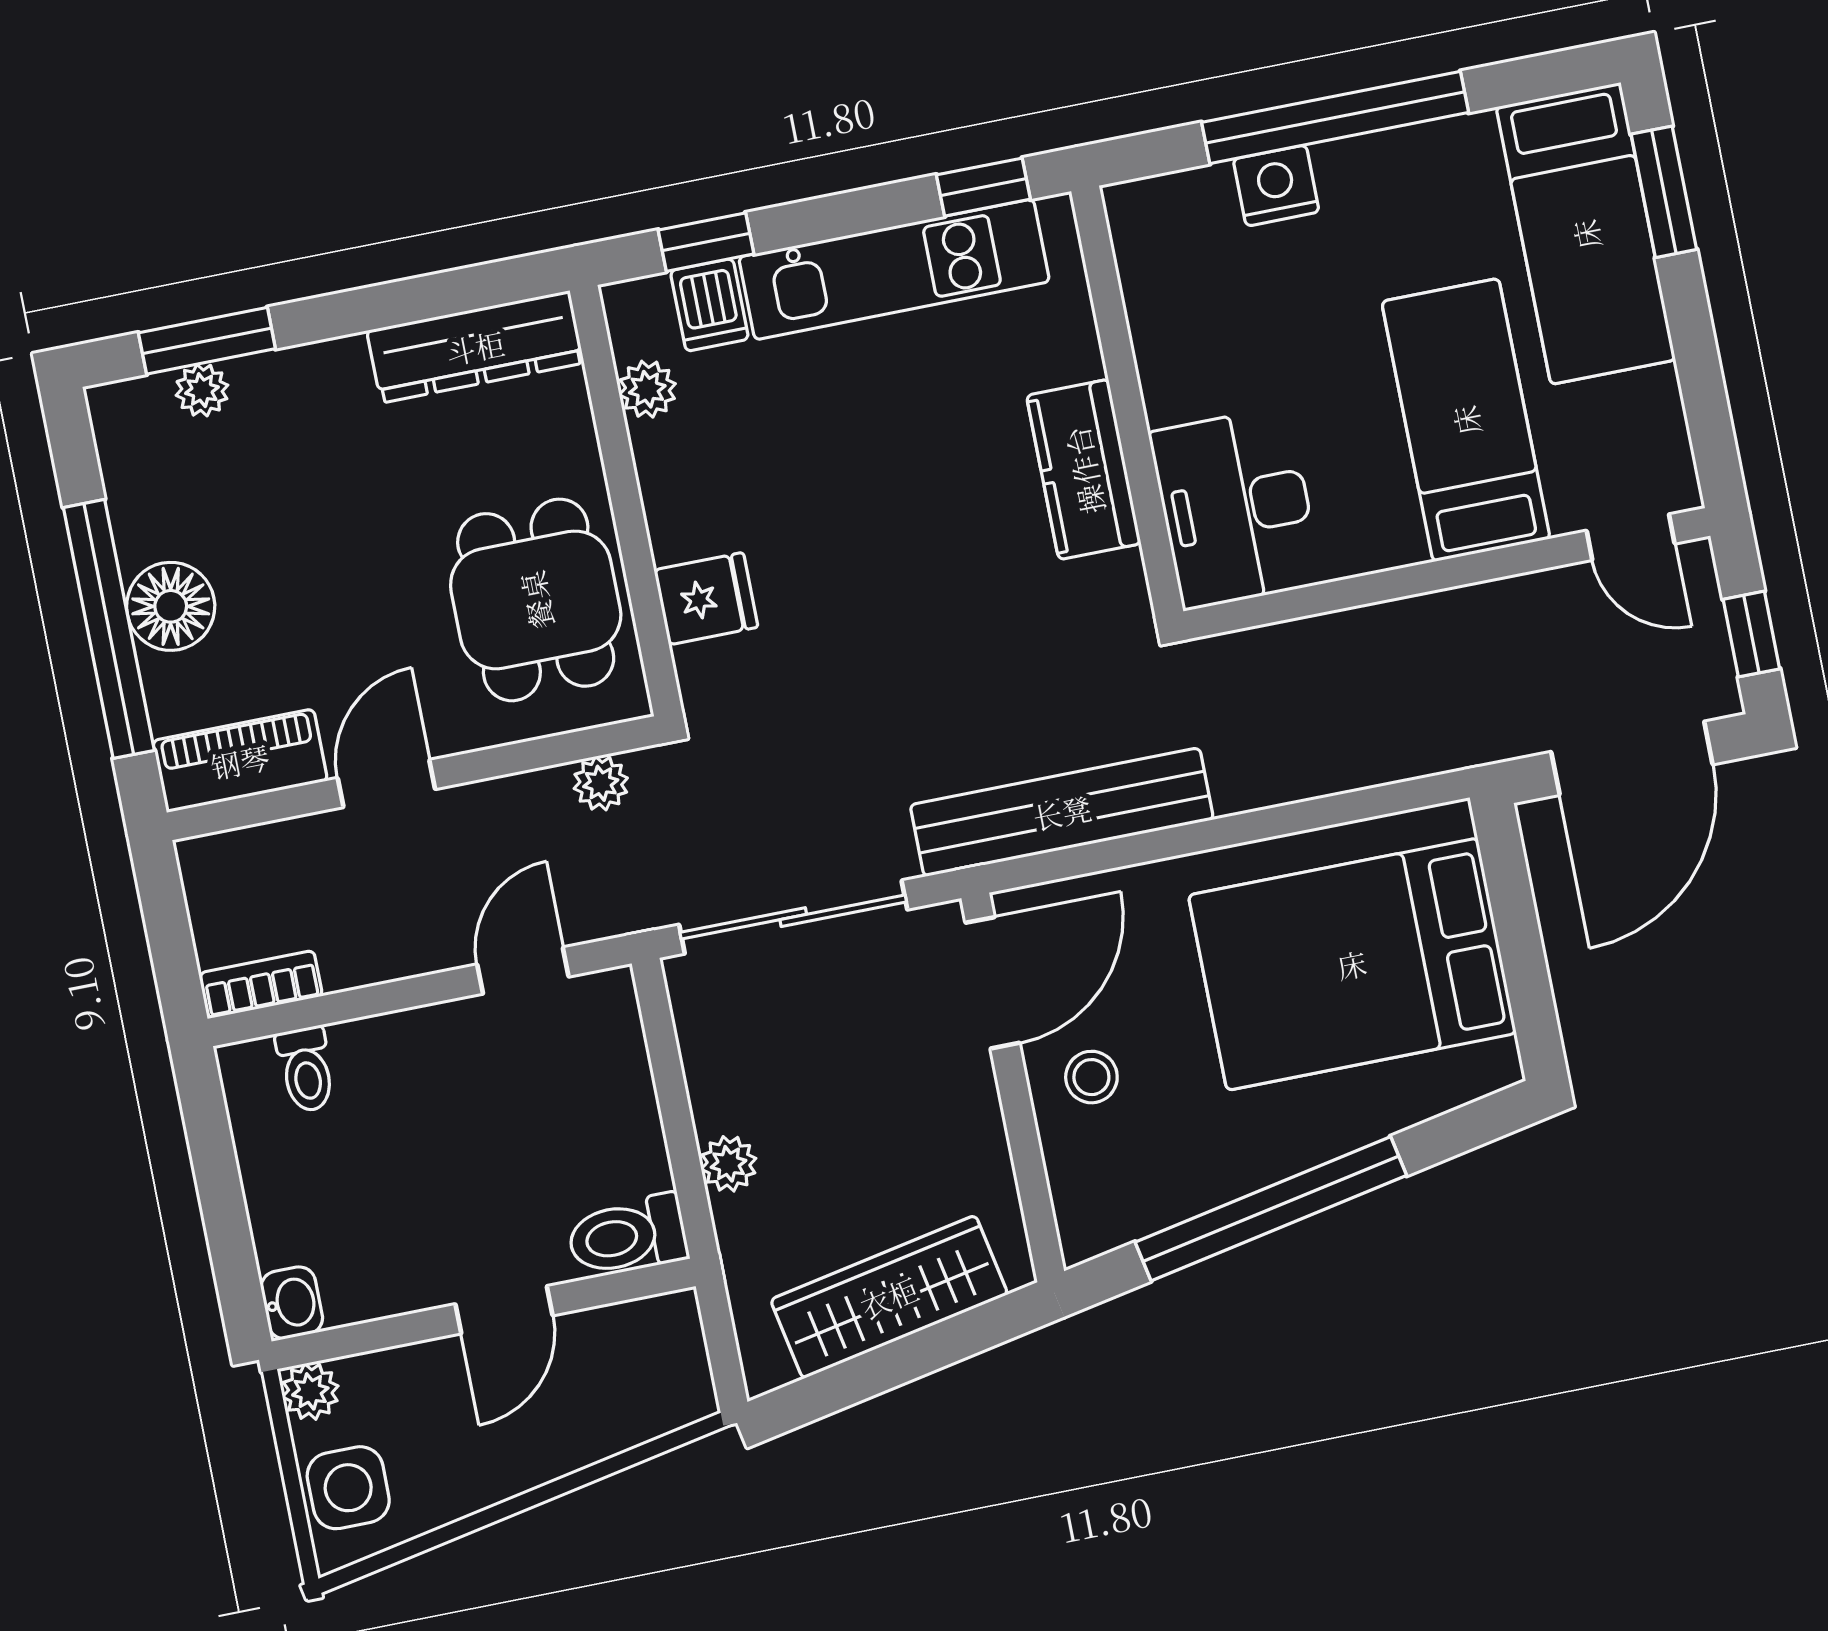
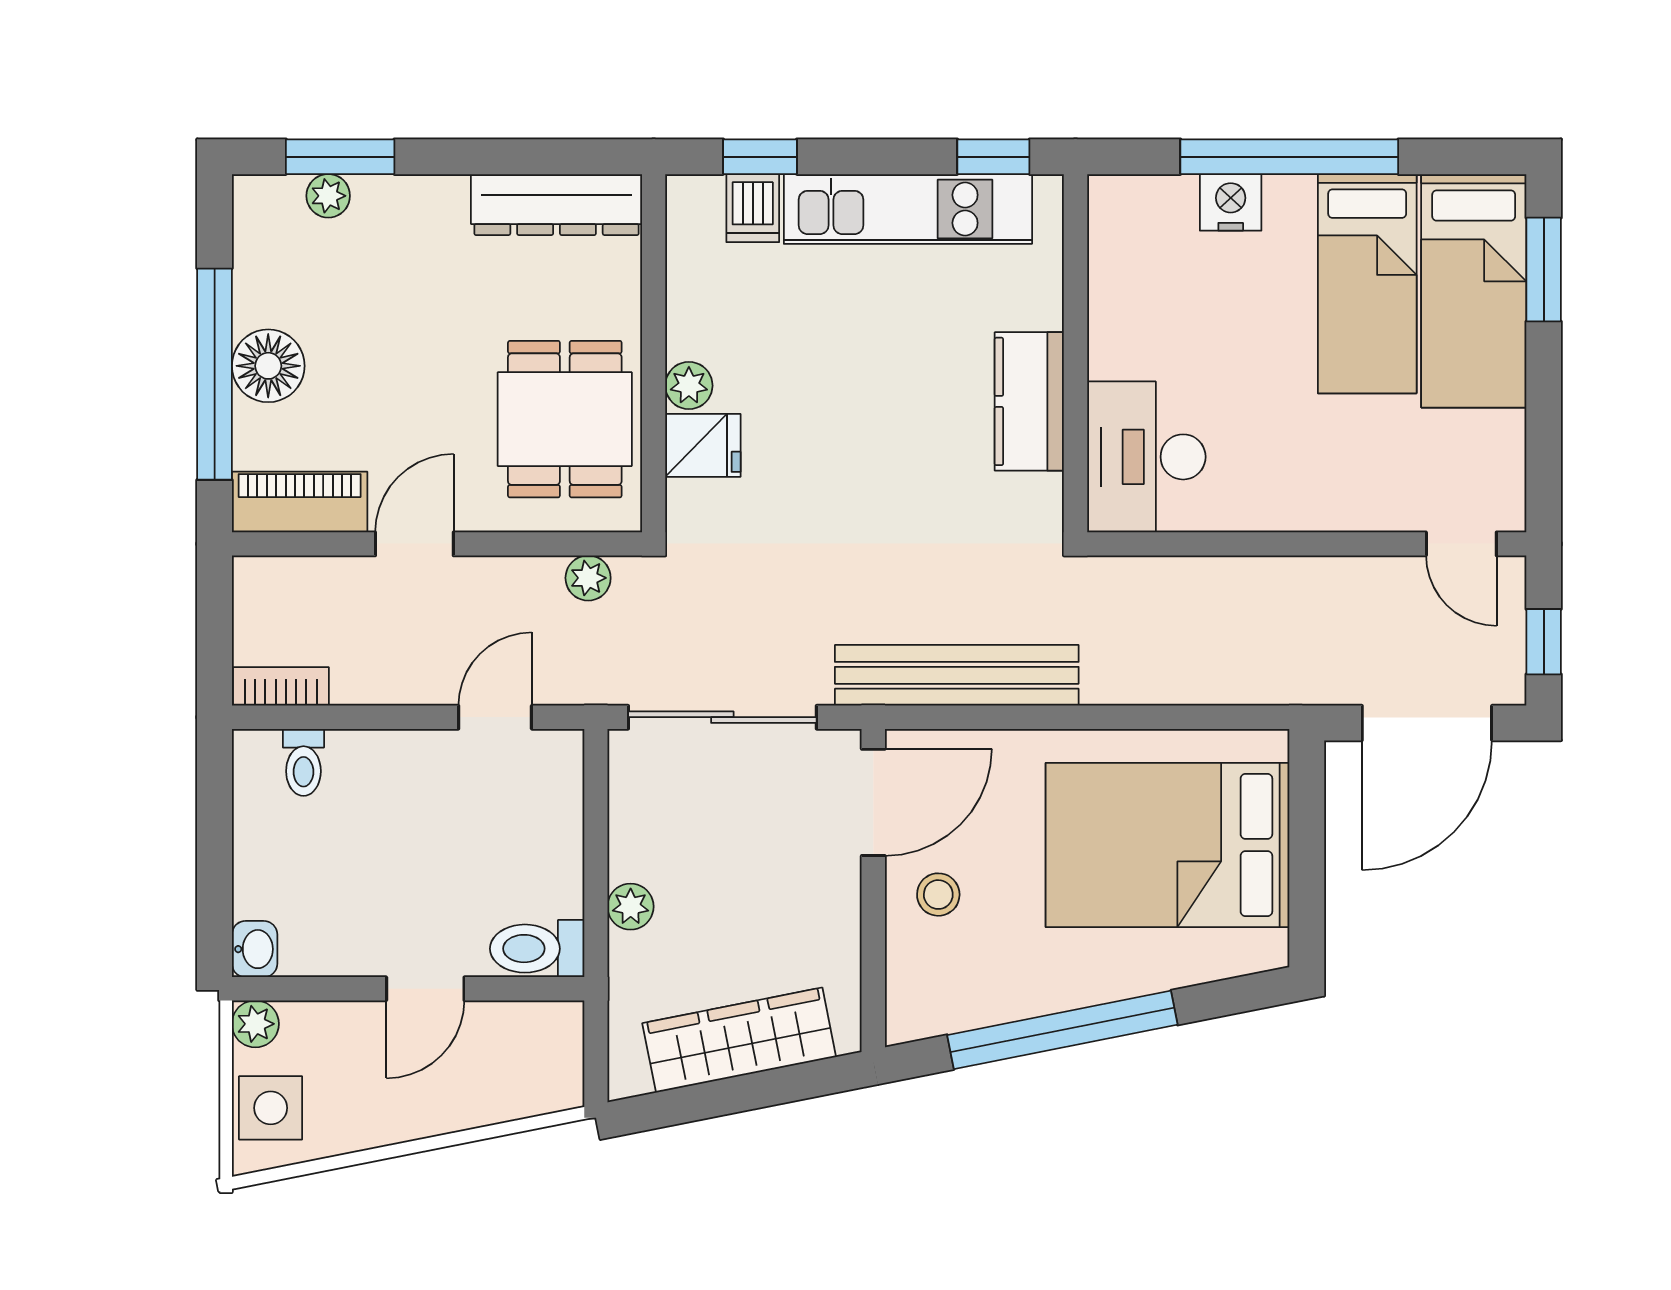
plant: (647, 389) -> (689, 386), moved
bed: (1466, 420) -> (1367, 284), moved, turned 180

